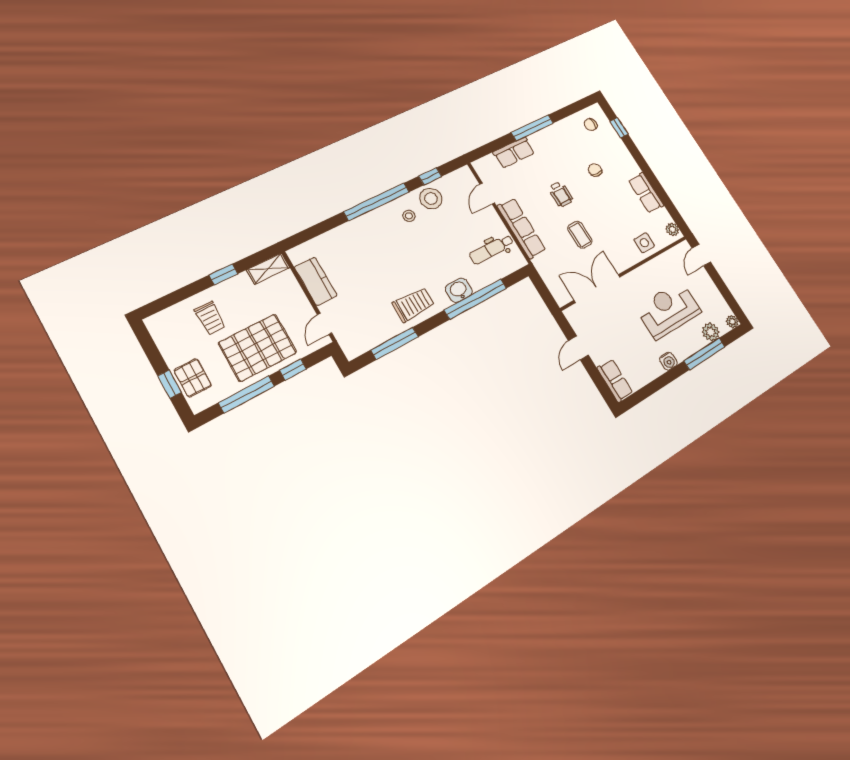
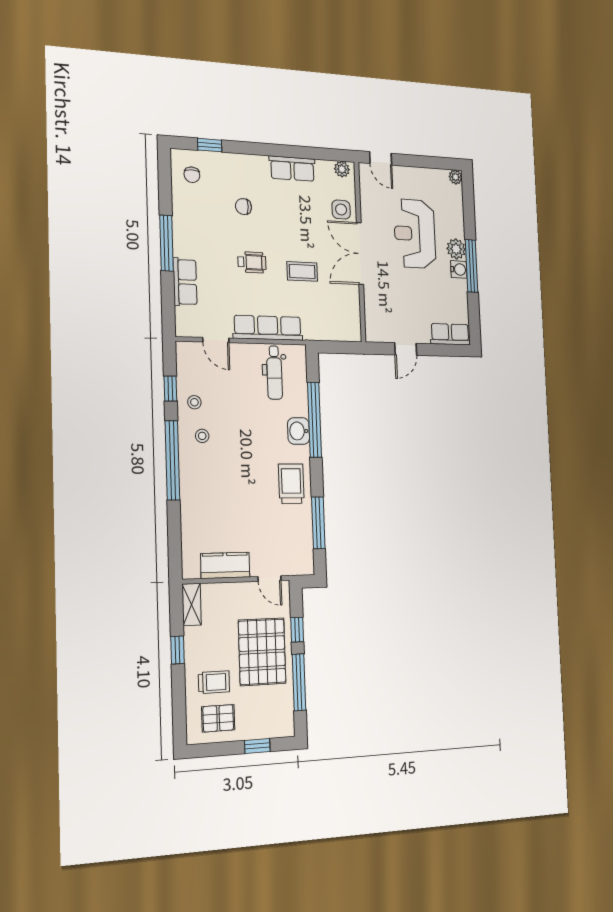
stool: (431, 198) -> (194, 402), width x0.53, depth x0.53
double door: (597, 289) -> (360, 253), moved
plant: (711, 332) -> (456, 249), moved
door: (578, 348) -> (406, 349), hinge flipped
window: (705, 354) -> (472, 266), moved
pallet: (193, 378) -> (218, 718), moved

